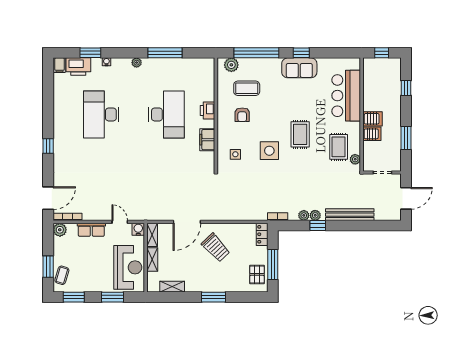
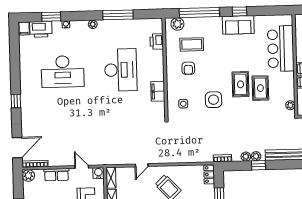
printer: (208, 110) -> (157, 41), moved
desk: (101, 114) -> (63, 72), turned -90
rug: (339, 147) -> (260, 88), moved
door: (187, 222) -> (142, 165), width x0.53

